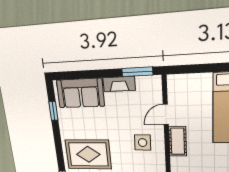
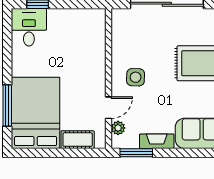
plant: (156, 95) -> (118, 128), added
cot: (178, 141) -> (78, 140), moved, turned 90

